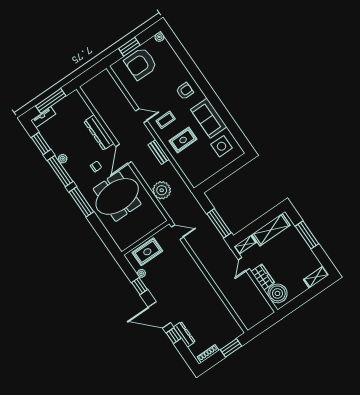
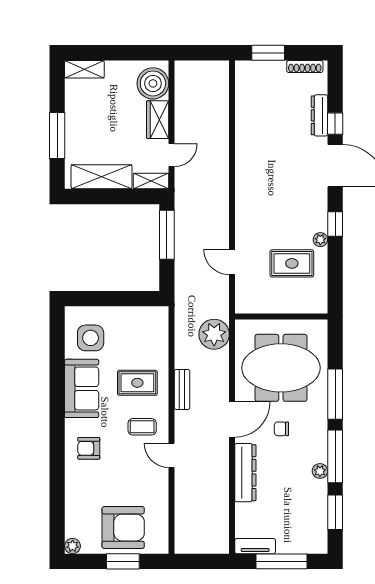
tv unit: (43, 117) -> (255, 546), moved
wall: (145, 238) -> (281, 317), moved

